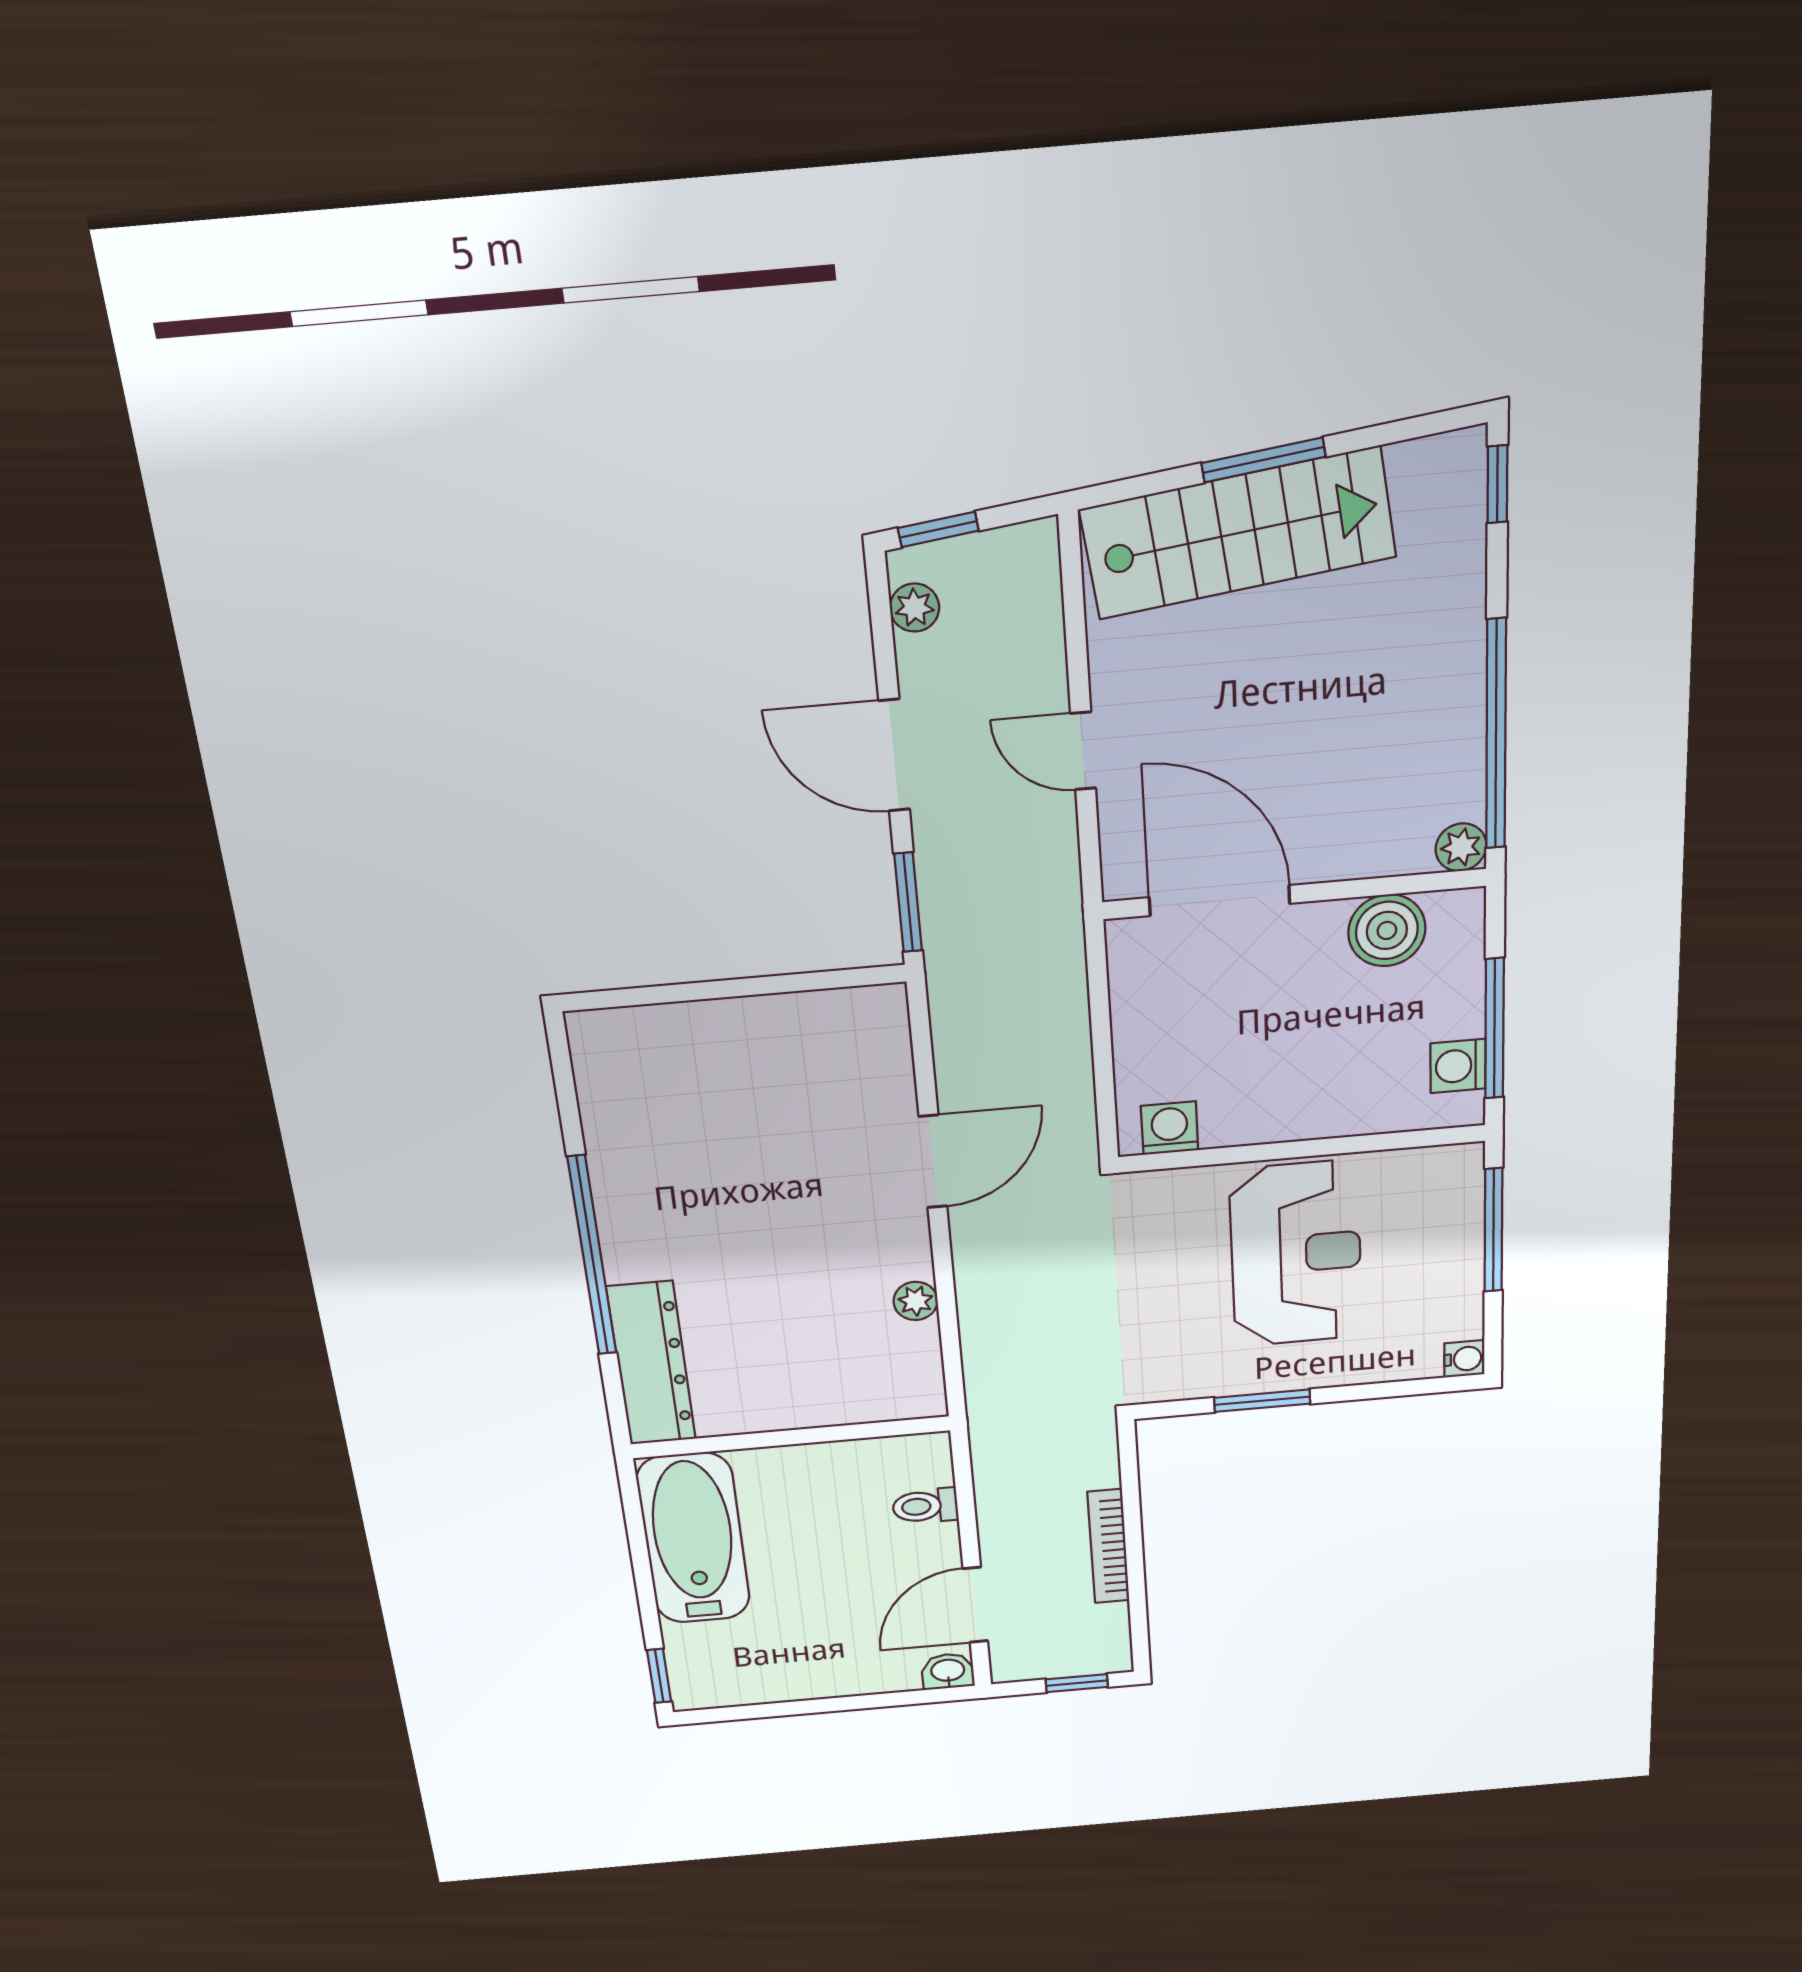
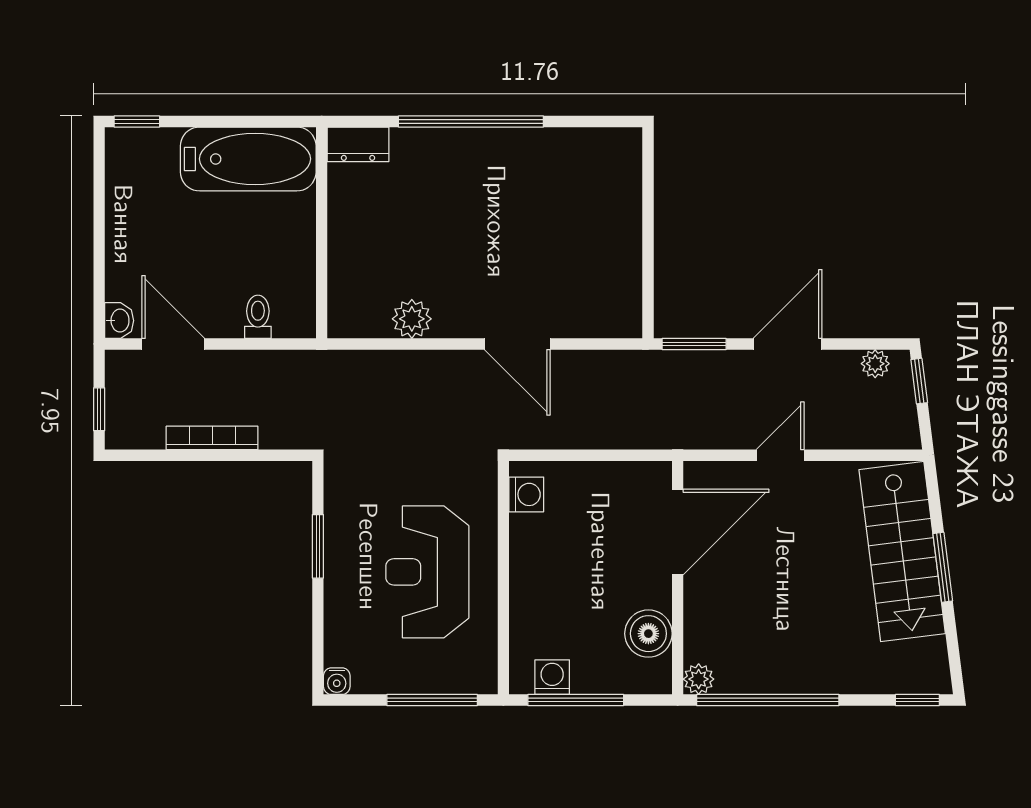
reception desk: (1296, 1254) -> (427, 572), turned 90
plant: (916, 1301) -> (412, 319), width x1.38, depth x1.38
dresser: (651, 1363) -> (358, 144), width x0.51, depth x0.80

